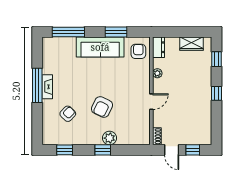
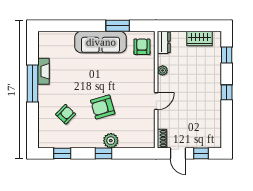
window: (68, 32) -> (66, 26), removed
fireplace: (47, 87) -> (43, 71), moved
armchair: (102, 107) -> (103, 107), turned 48

